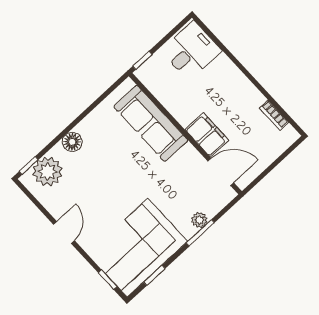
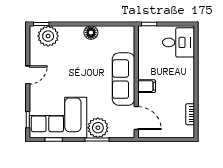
sofa: (151, 123) -> (123, 79), moved
filing cabinet: (207, 135) -> (147, 86), width x0.50
floor lamp: (72, 142) -> (91, 33), moved
plant: (199, 220) -> (98, 128), width x1.88, depth x1.88

